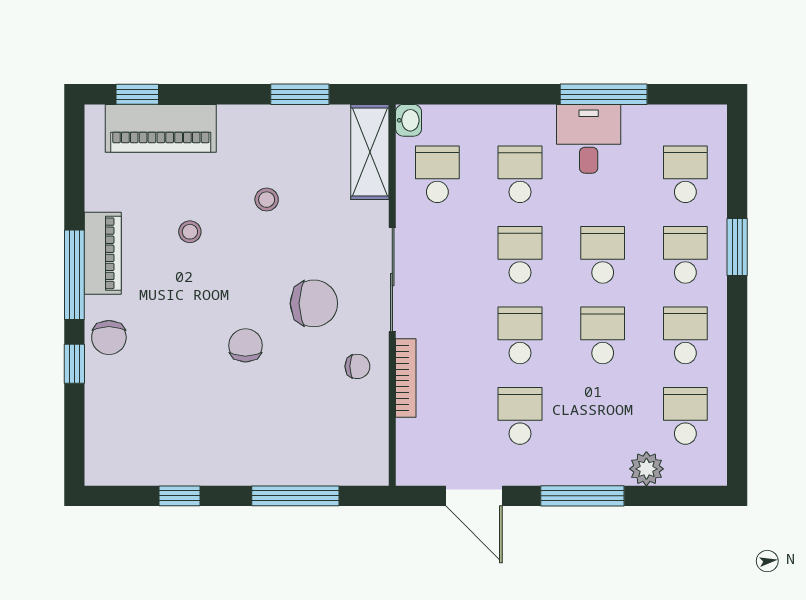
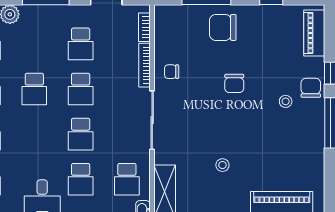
stool: (190, 232) -> (286, 101), moved
piano: (103, 253) -> (314, 33), moved
school desk: (603, 255) -> (34, 134), removed
chair: (314, 303) -> (223, 27), moved
bookcase: (406, 446) -> (144, 27), added

